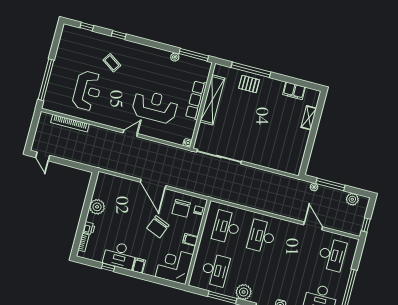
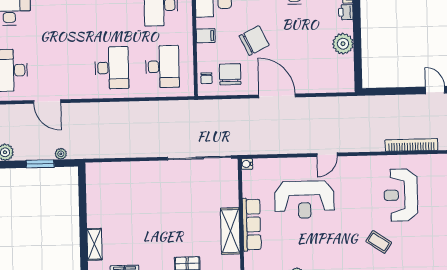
shelving: (212, 100) -> (230, 231), width x0.68
window: (330, 184) -> (40, 164), width x0.69
chair: (158, 227) -> (254, 41), turned 42

